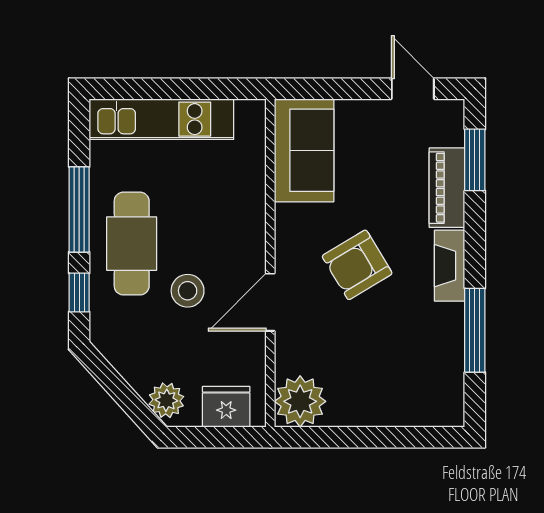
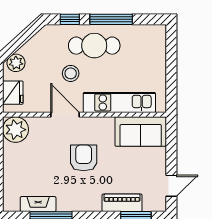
kitchen unit: (161, 119) -> (119, 102), moved, turned 90
armchair: (357, 265) -> (84, 158), turned 31
fireplace: (450, 266) -> (38, 204), moved

